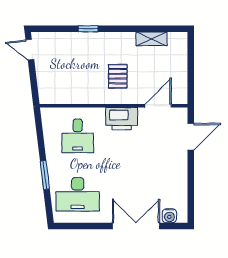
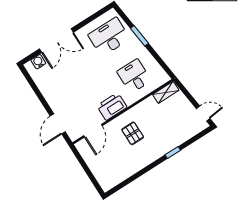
shelving: (151, 39) -> (166, 92), moved

